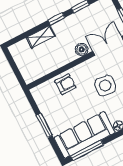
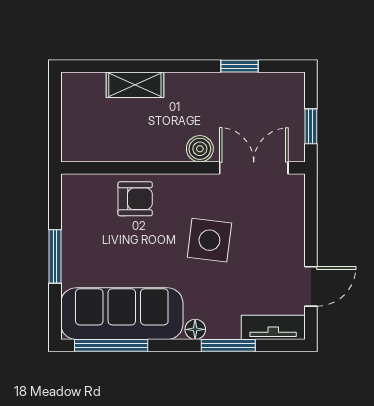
window: (56, 19) -> (182, 66), removed

